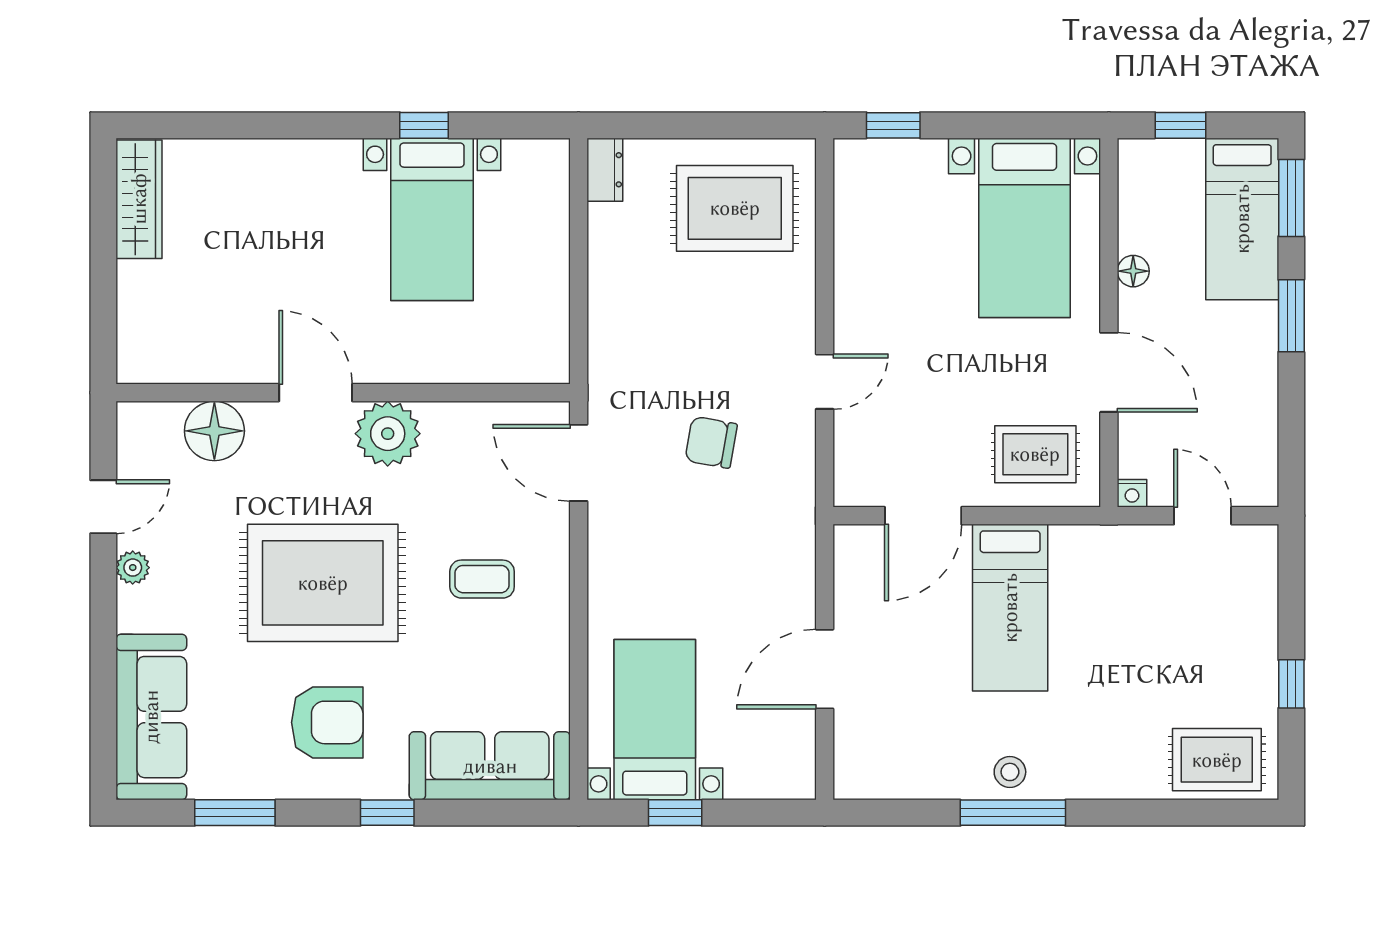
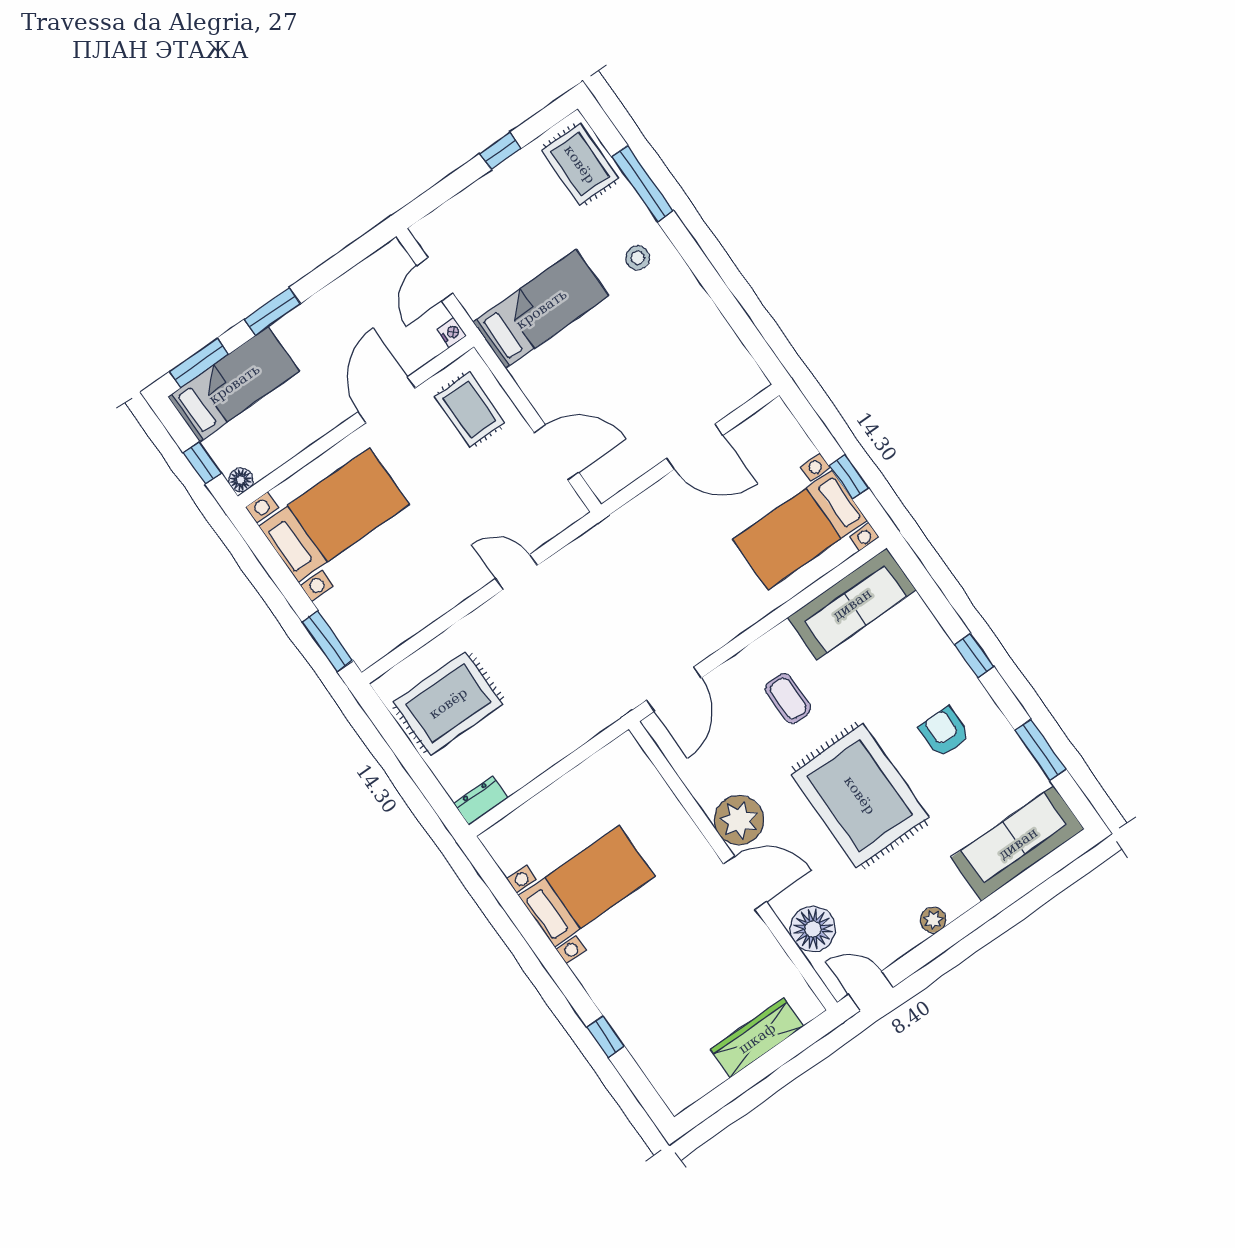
window: (424, 125) -> (606, 1037), moved
window: (893, 125) -> (328, 641), width x1.50
wardrobe: (139, 199) -> (757, 1038), moved
rug: (735, 208) -> (448, 703), turned 90
floor lamp: (1133, 271) -> (241, 480), moved
door: (316, 393) -> (745, 883), swing flipped
chair: (711, 442) -> (603, 616), removed
door: (103, 507) -> (871, 991), moved
bed: (1010, 608) -> (541, 309), moved
armchair: (327, 722) -> (944, 732), width x0.72, depth x0.72
sofa: (490, 766) -> (852, 604), moved, turned -90
stool: (1010, 772) -> (638, 258), moved
window: (1013, 813) -> (642, 183), moved

